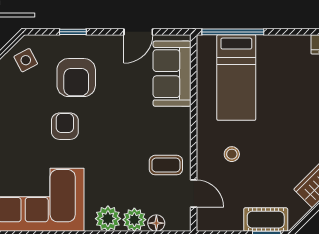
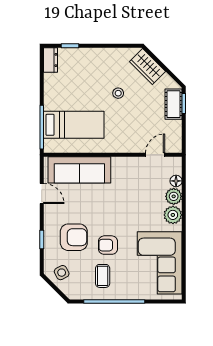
sofa: (172, 74) -> (79, 170), width x1.36
stool: (232, 154) -> (118, 93), moved
coffee table: (166, 165) -> (103, 276), moved

